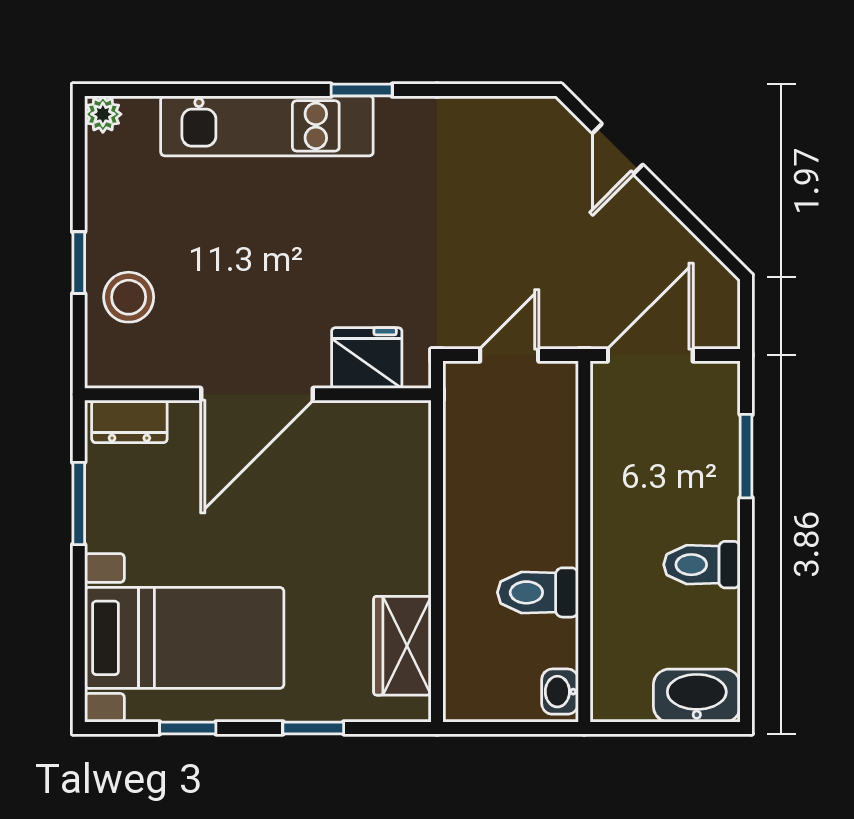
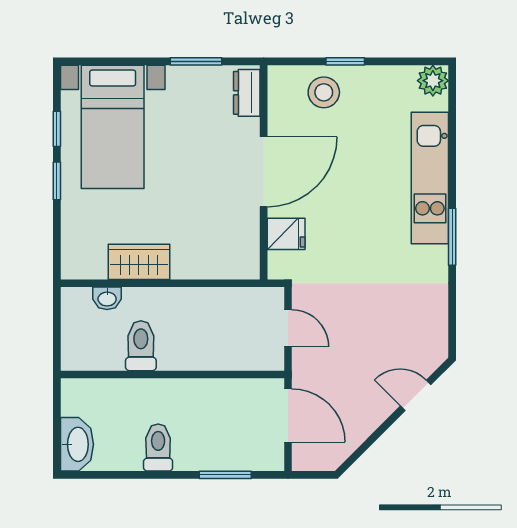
window: (362, 90) -> (452, 237), width x1.50
plant: (103, 114) -> (433, 81), width x1.38, depth x1.38
fridge: (367, 358) -> (286, 234), width x0.72
door: (257, 394) -> (264, 172), swing flipped
wardrobe: (402, 646) -> (139, 262), moved
washbasin: (560, 692) -> (107, 298), moved, turned 180
window: (313, 728) -> (57, 181), moved

